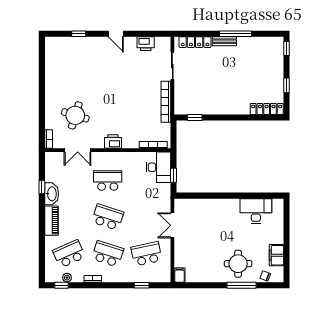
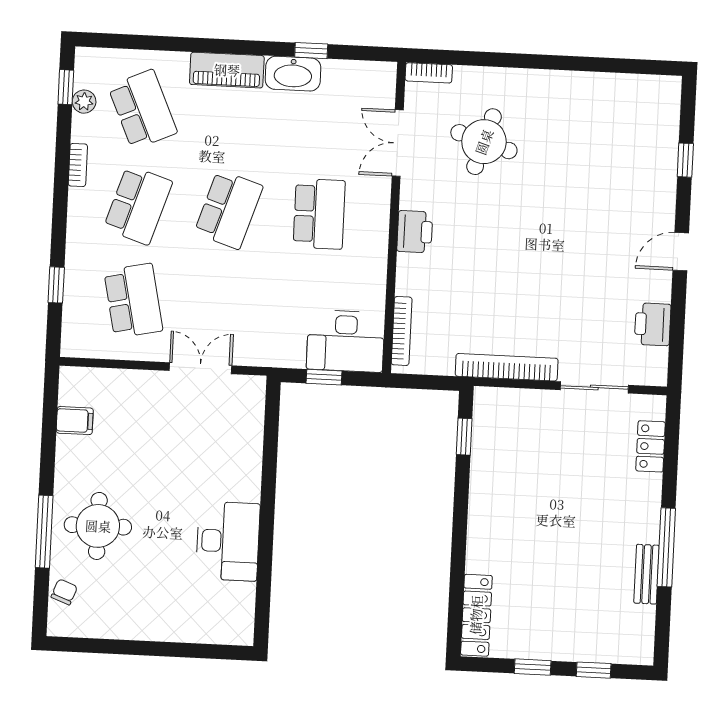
bench: (224, 41) -> (647, 574), moved
locker: (195, 42) -> (651, 446), width x0.66
window: (286, 49) -> (594, 670), moved
desk: (256, 211) -> (228, 541), moved
filing cabinet: (276, 255) -> (114, 622), removed
filing cabinet: (180, 275) -> (75, 421), moved

